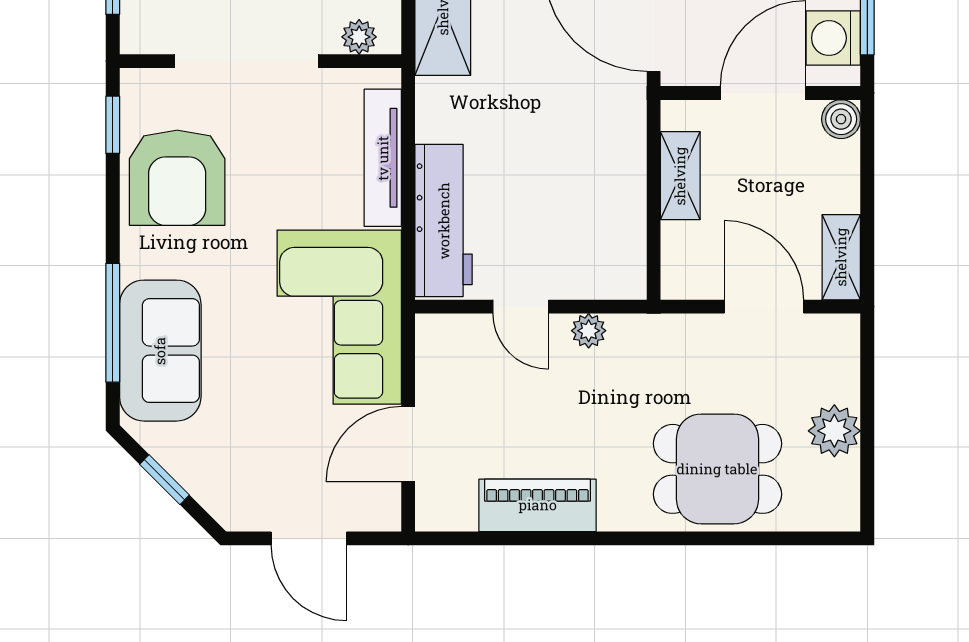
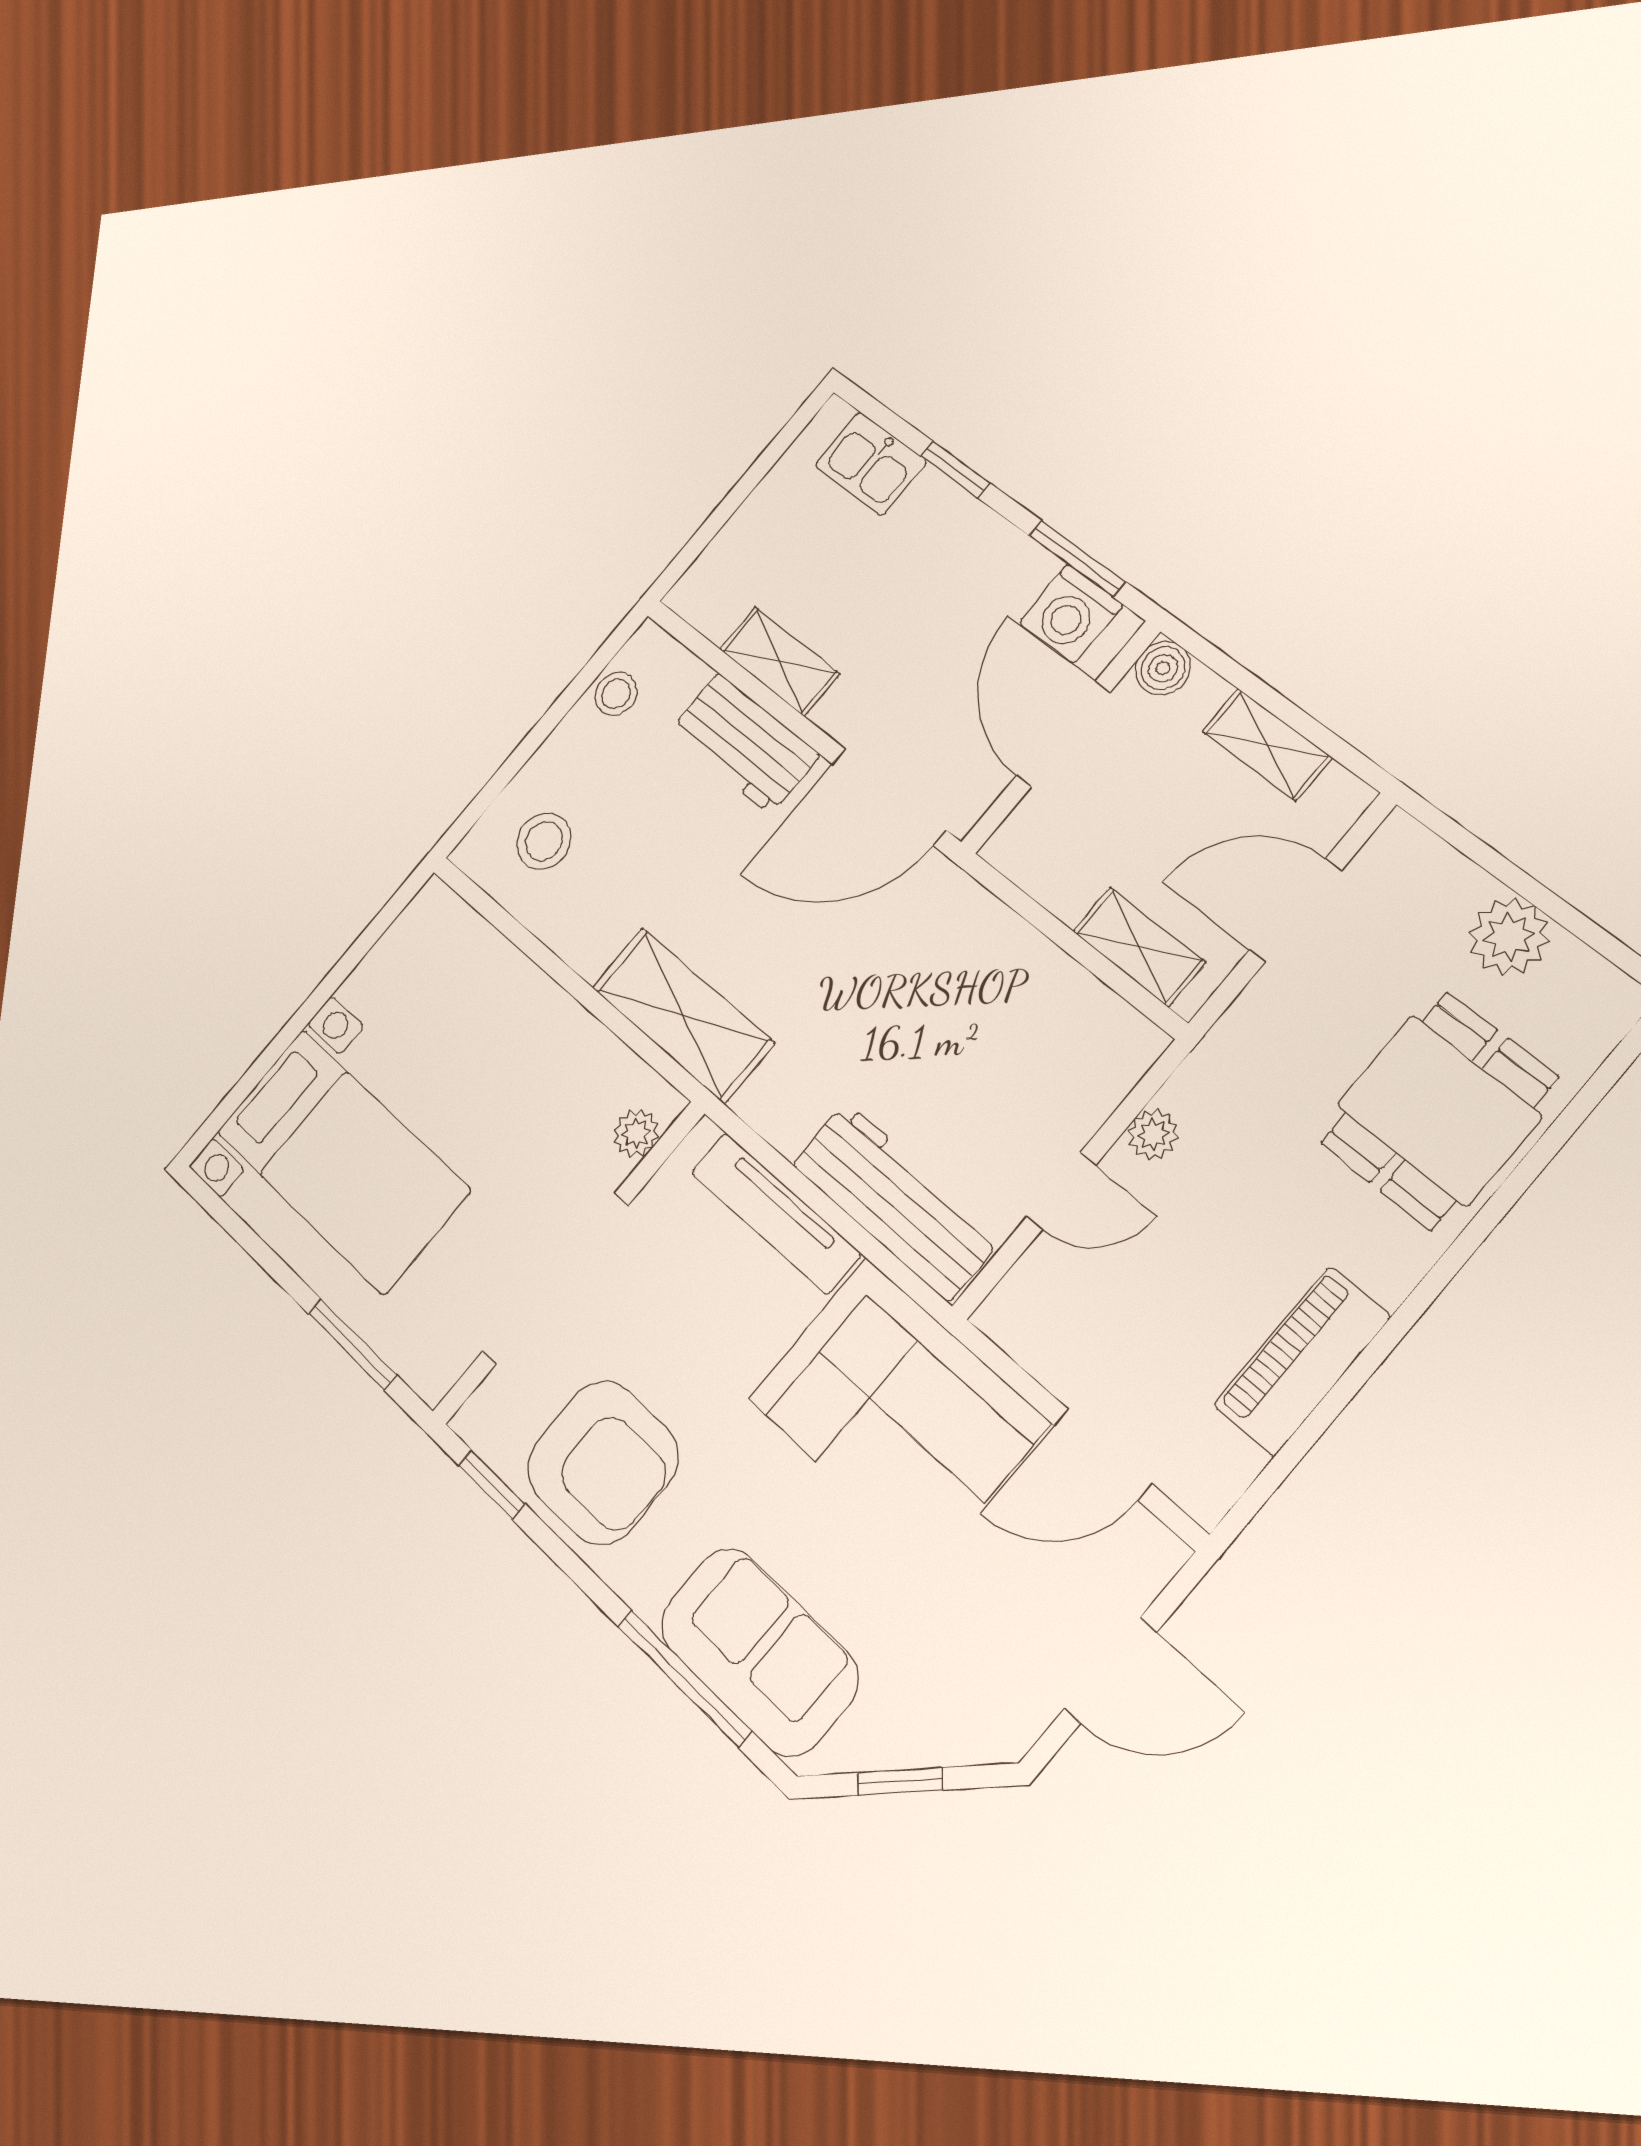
shelving: (680, 176) -> (1139, 947), moved
shelving: (841, 257) -> (1267, 744), moved
door: (408, 444) -> (1103, 1454), hinge flipped

